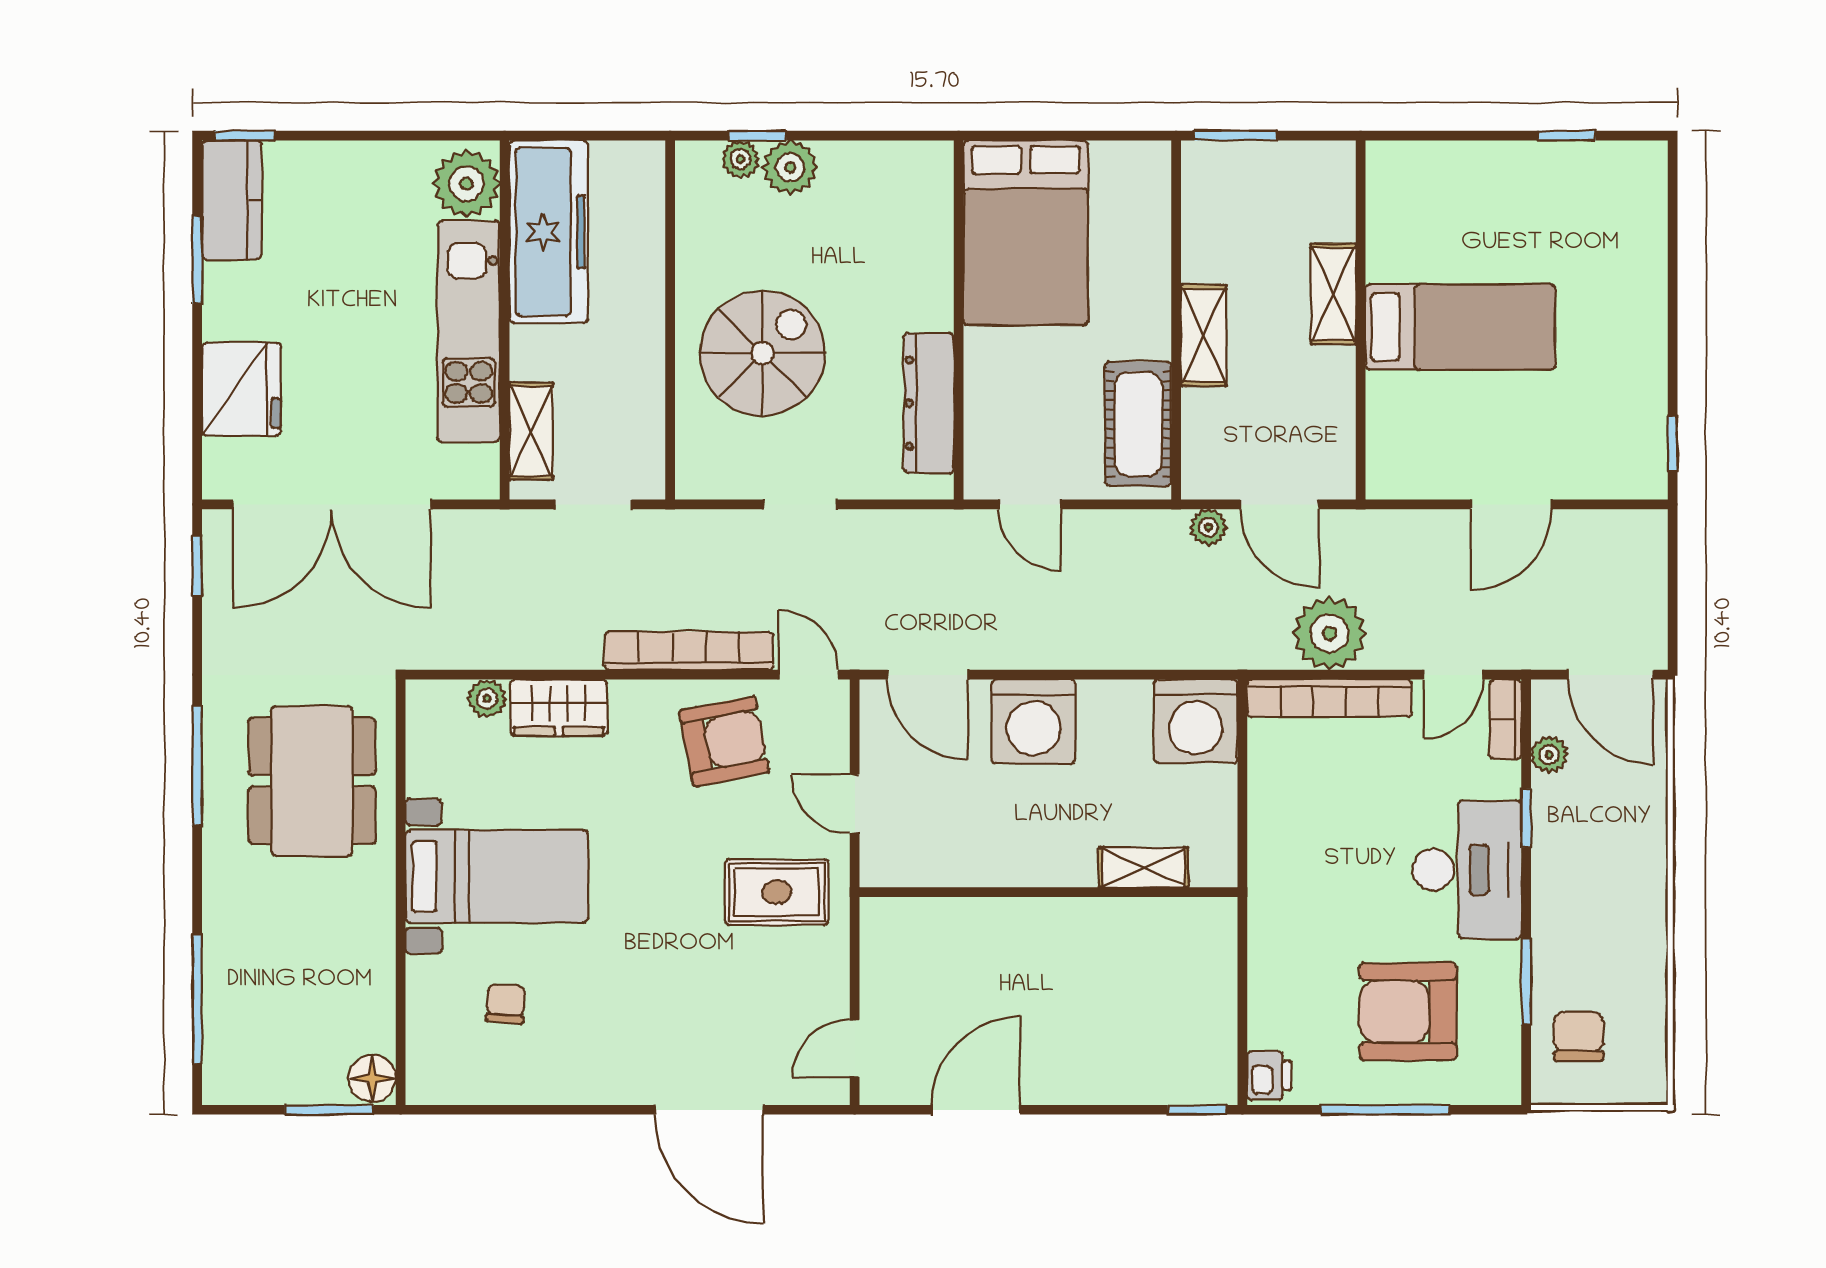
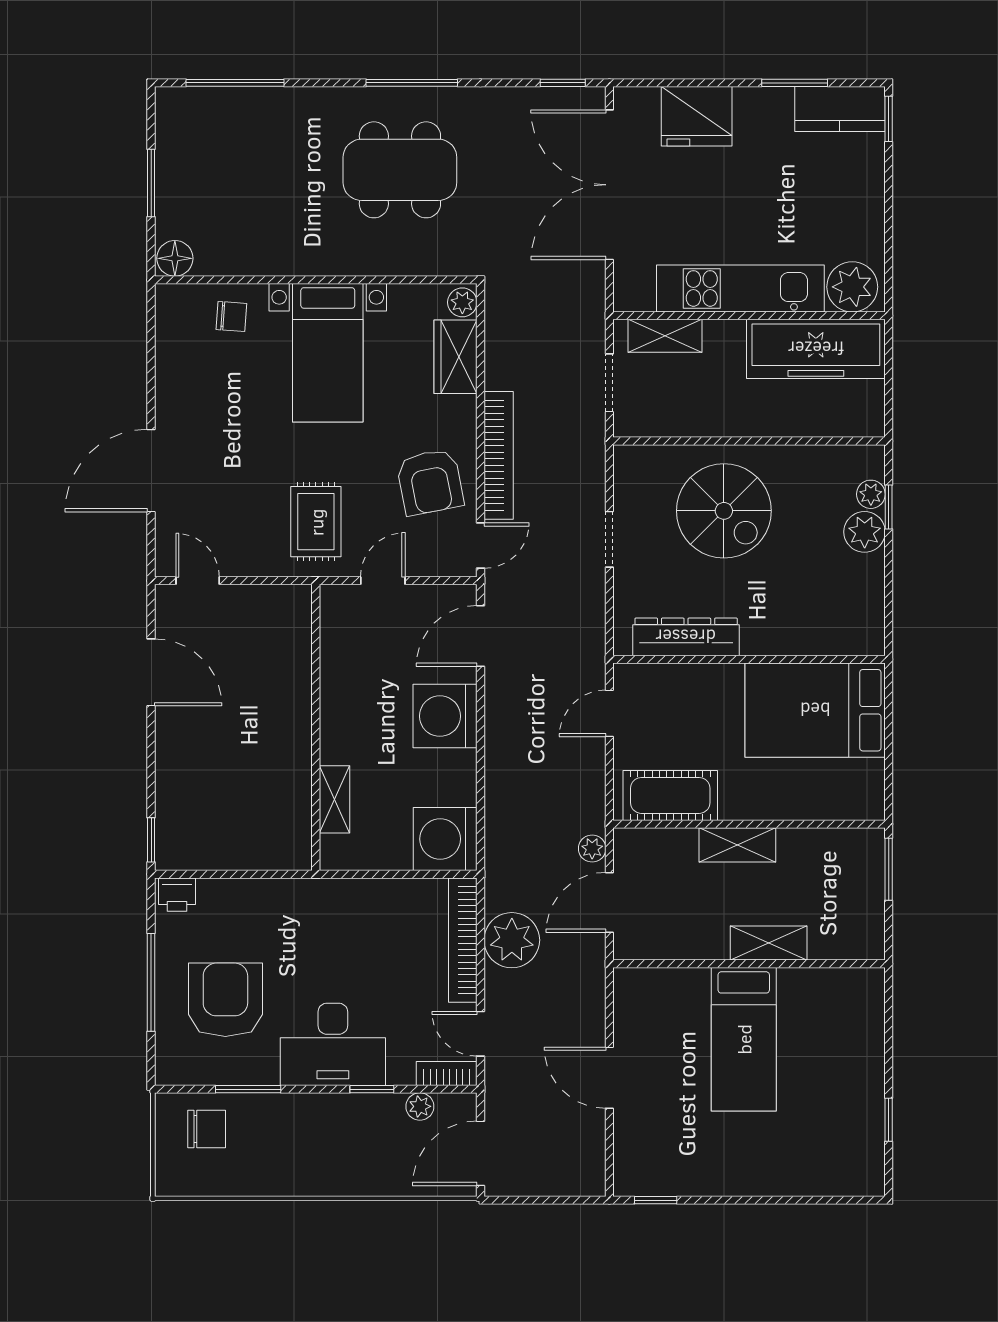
bed with nightstands: (497, 876) -> (328, 353), moved
wall: (401, 892) -> (316, 280), moved
floor lamp: (372, 1078) -> (175, 258), moved

